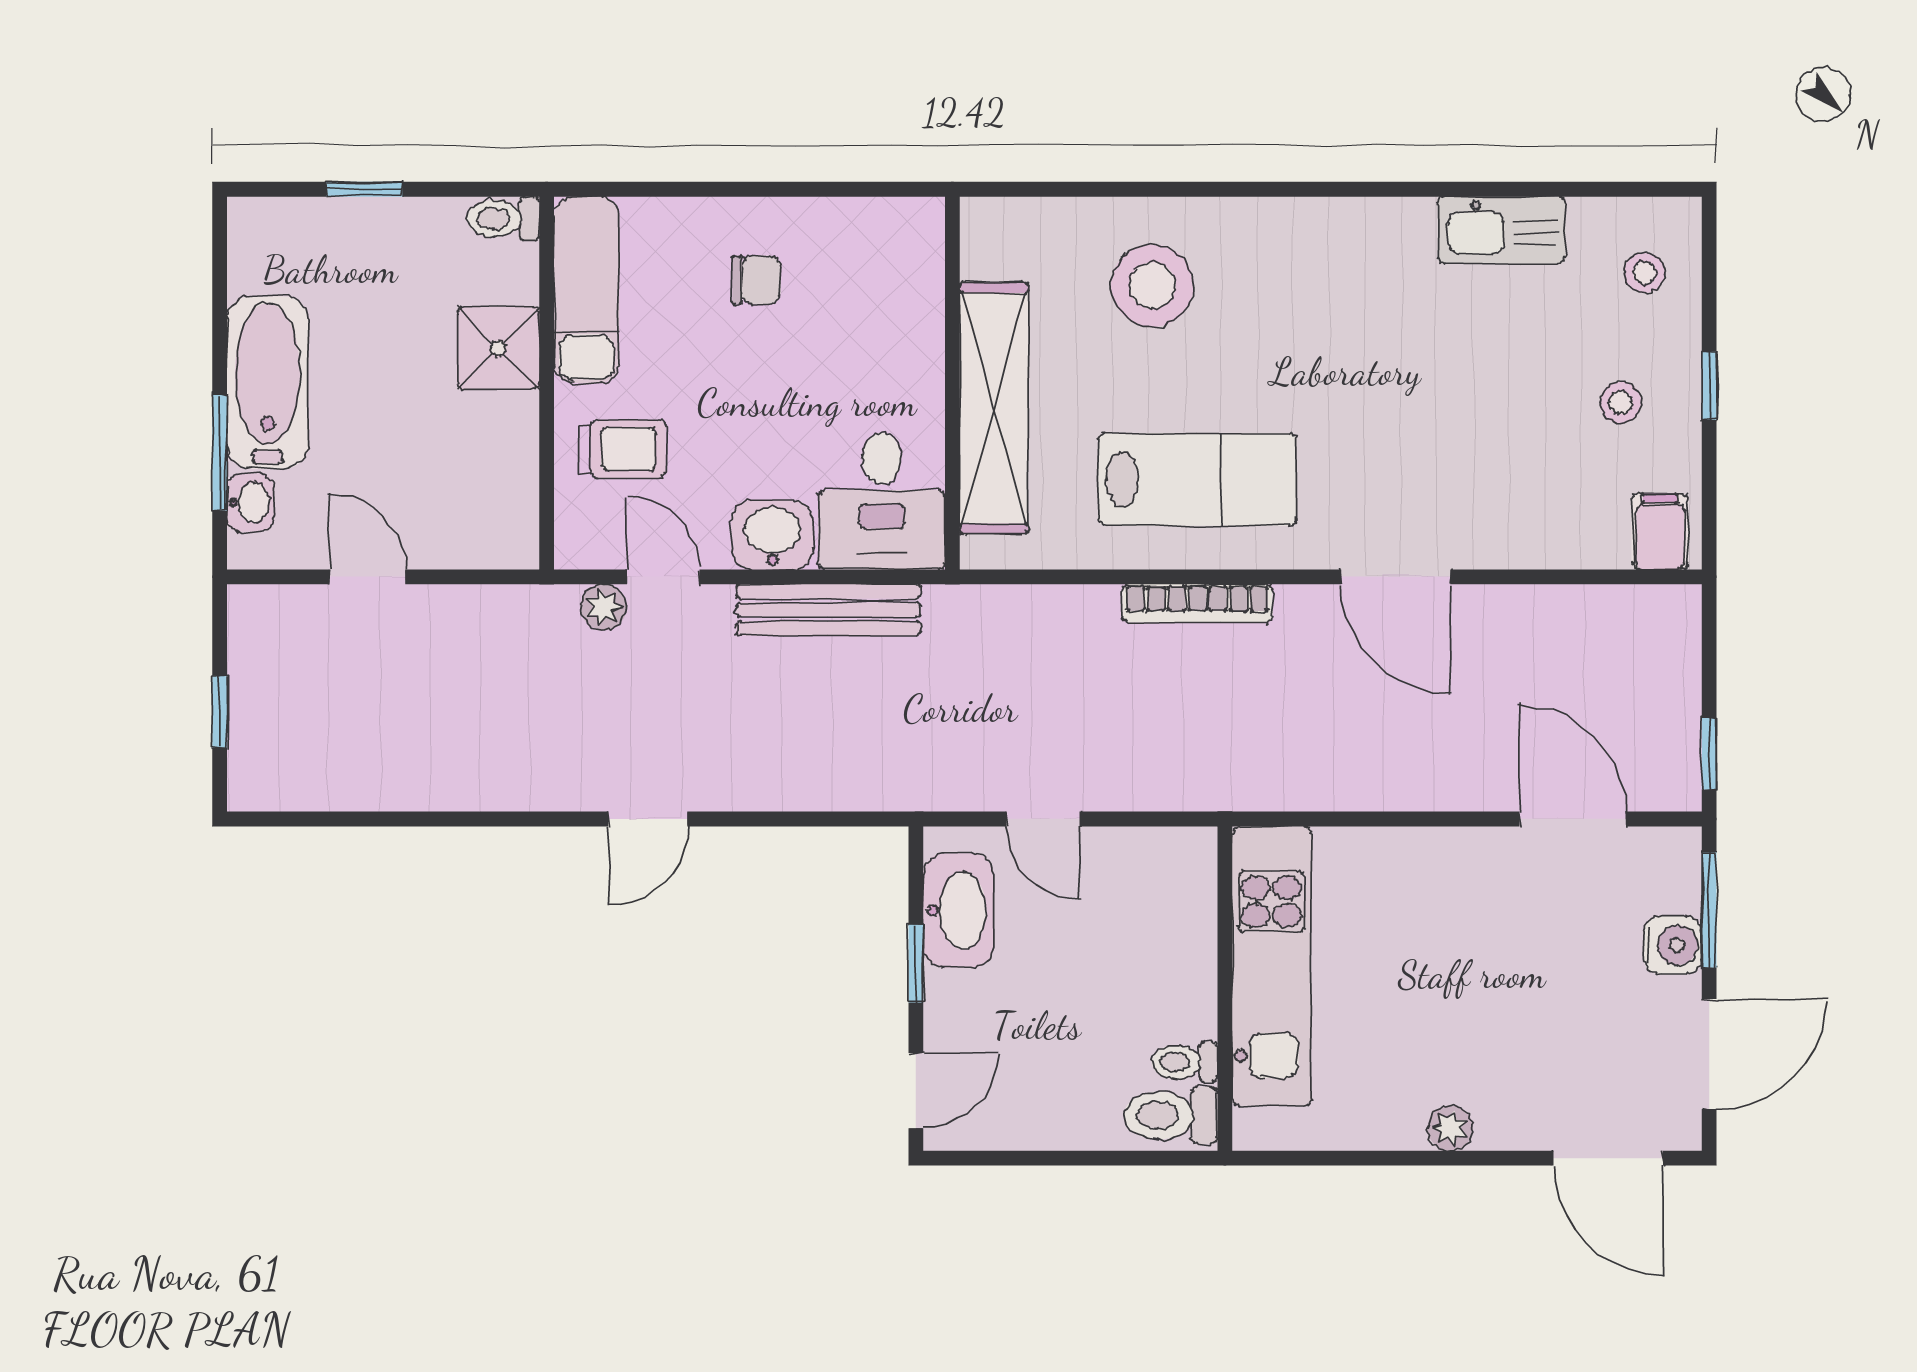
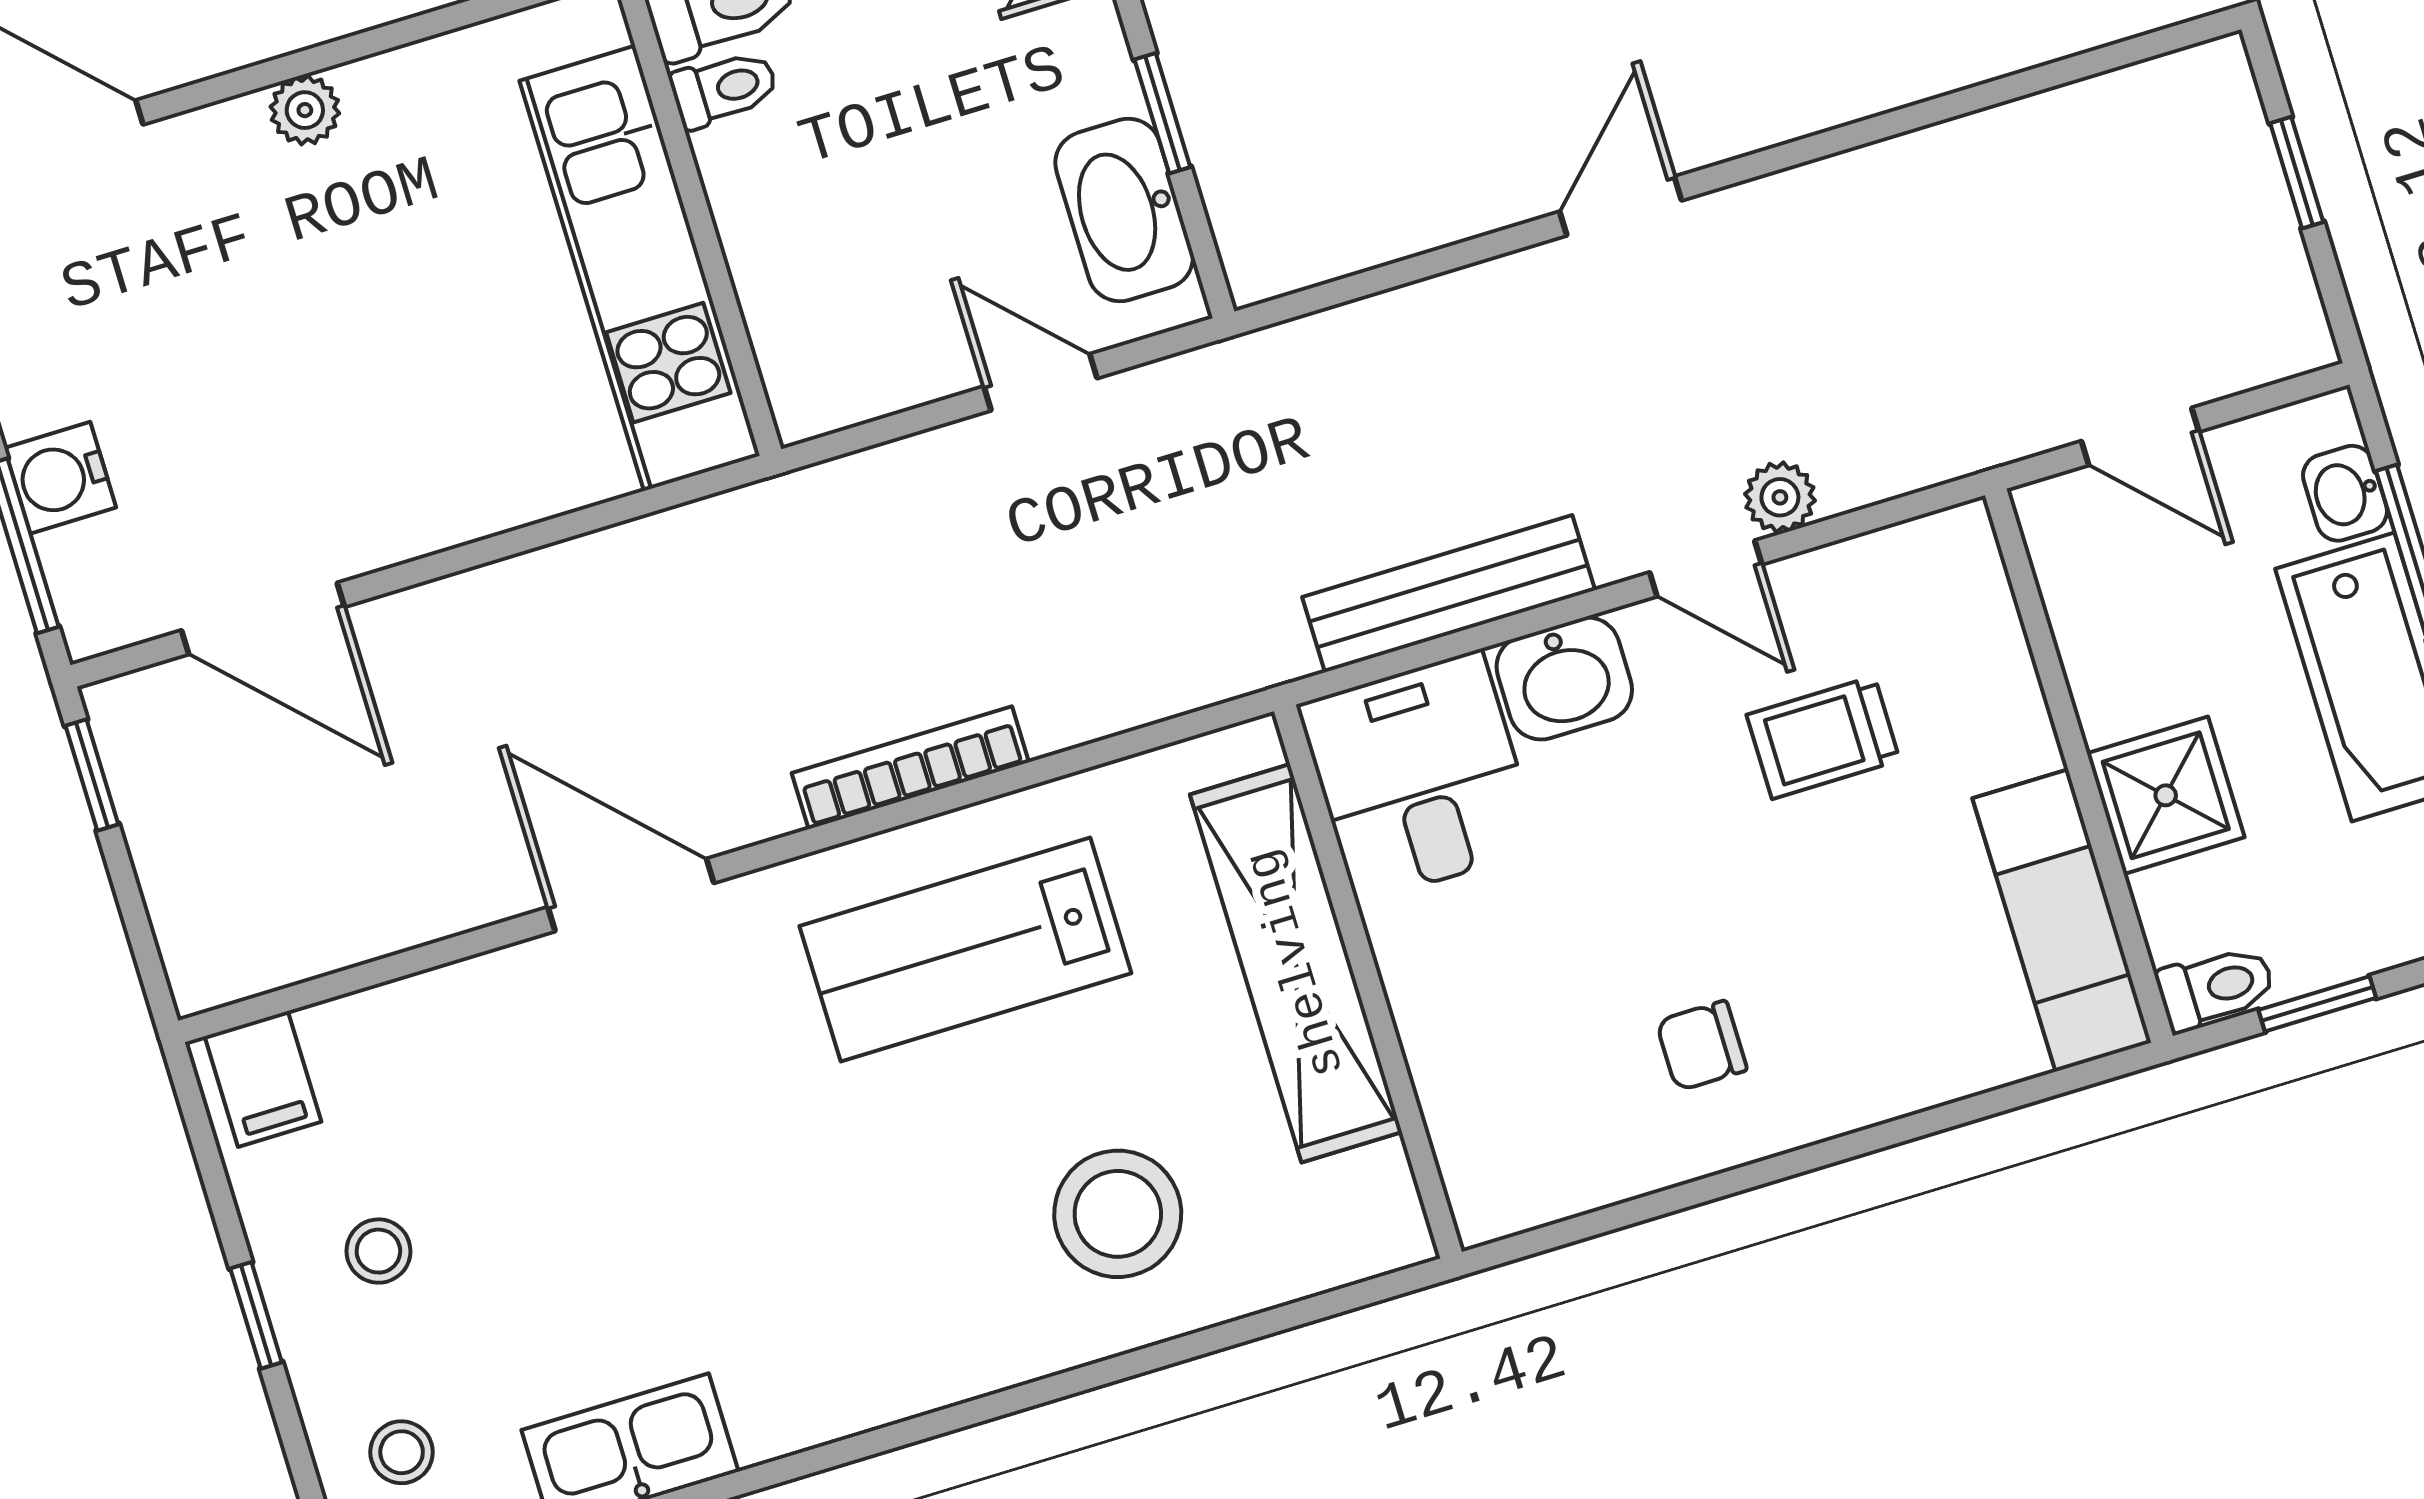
toilet: (503, 219) -> (2216, 988), moved
exam couch: (587, 290) -> (2062, 920), moved
shower: (498, 348) -> (2166, 795), moved
wall: (547, 383) -> (2079, 766), moved

